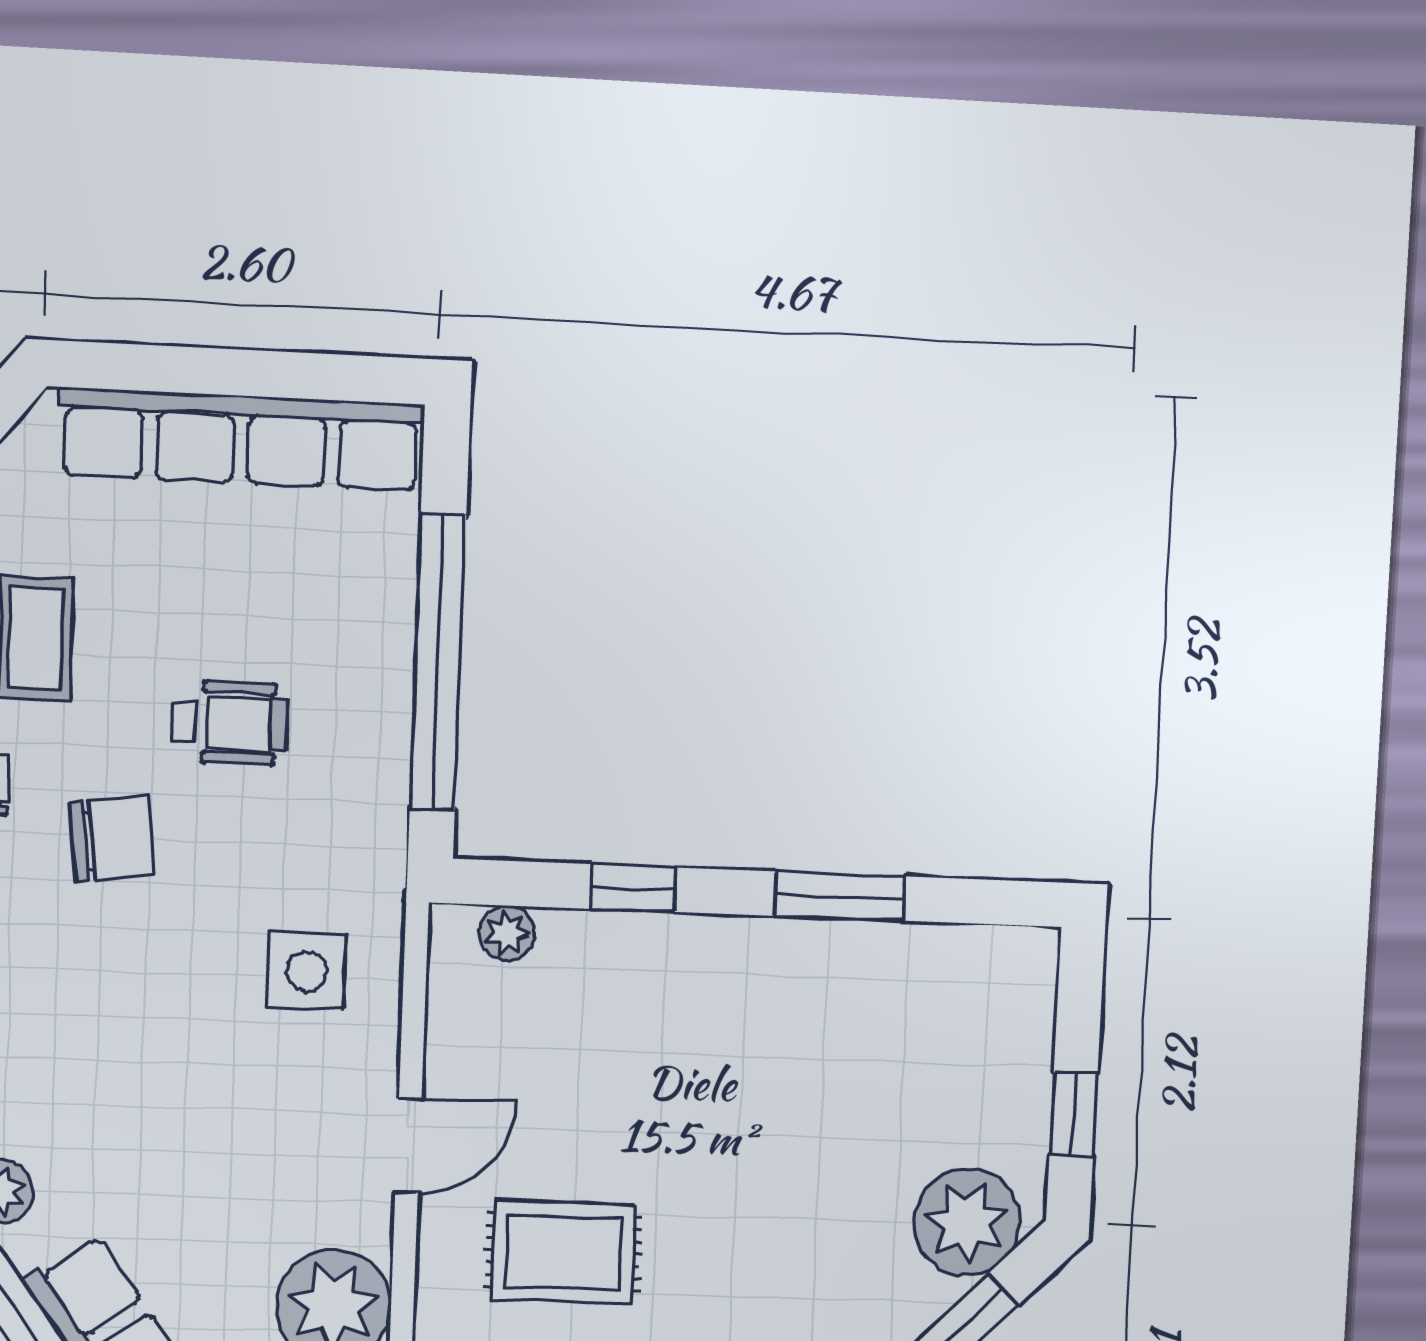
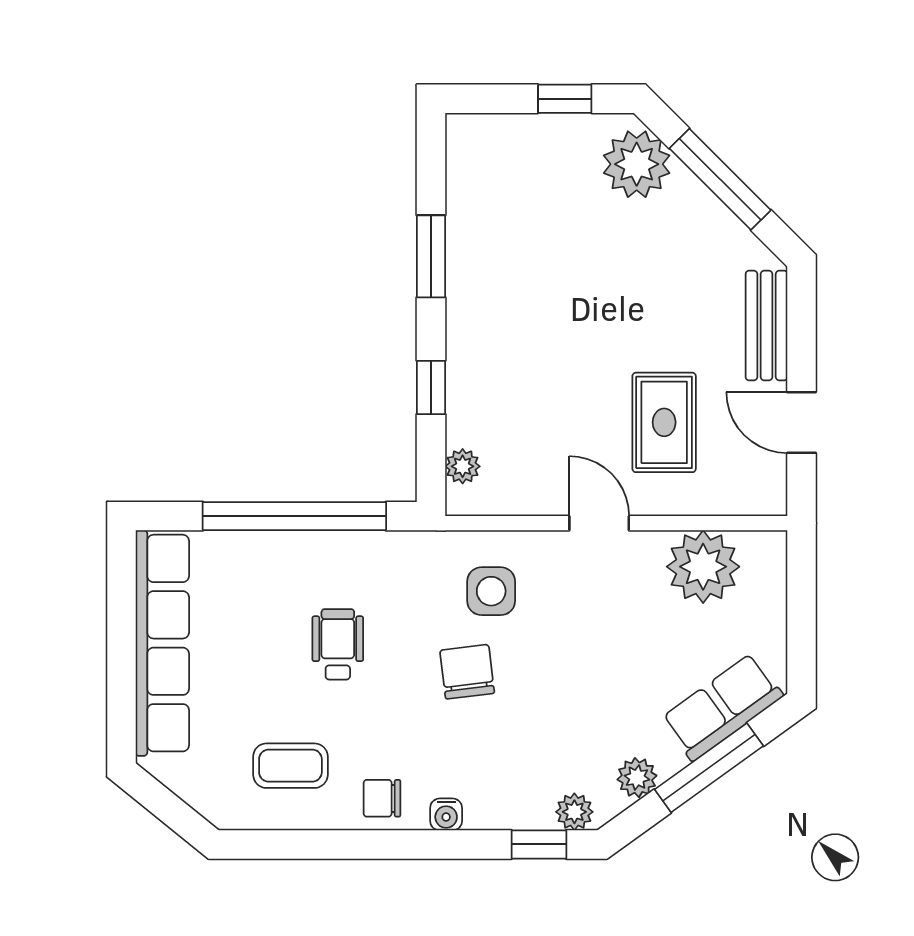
chair: (112, 838) -> (467, 672), moved

